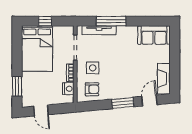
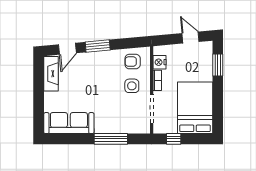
window: (45, 21) -> (174, 139), moved
tv unit: (99, 30) -> (125, 129), removed
sofa: (154, 35) -> (69, 123), width x1.36

